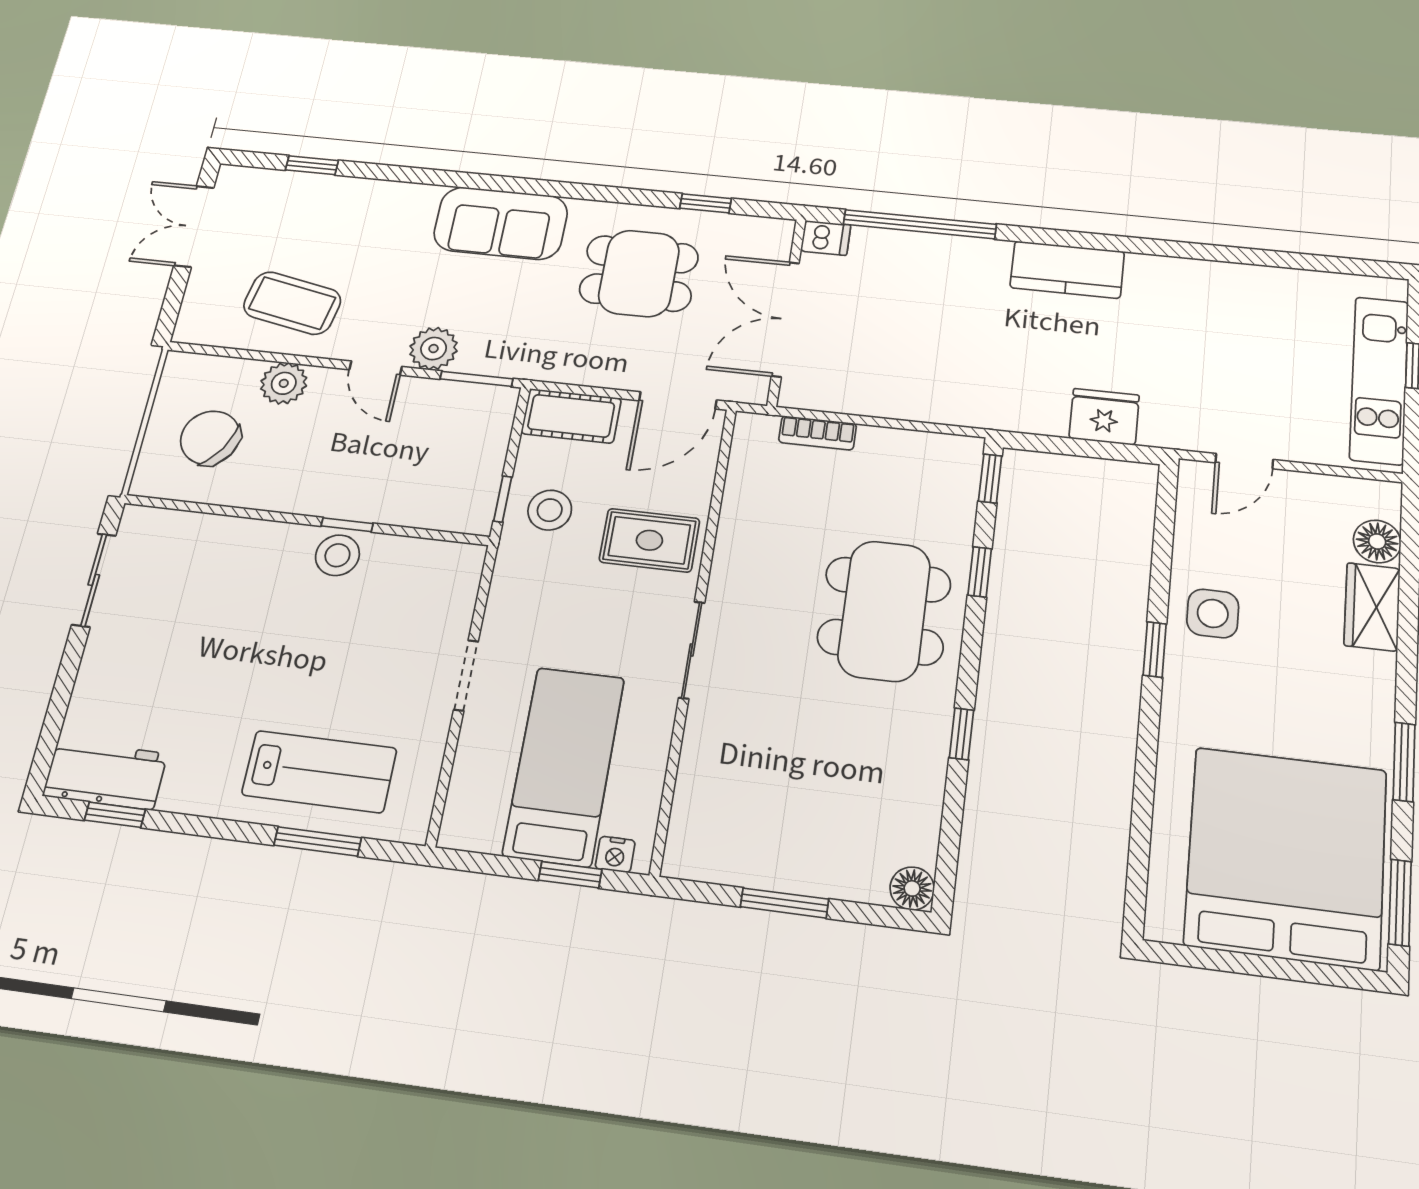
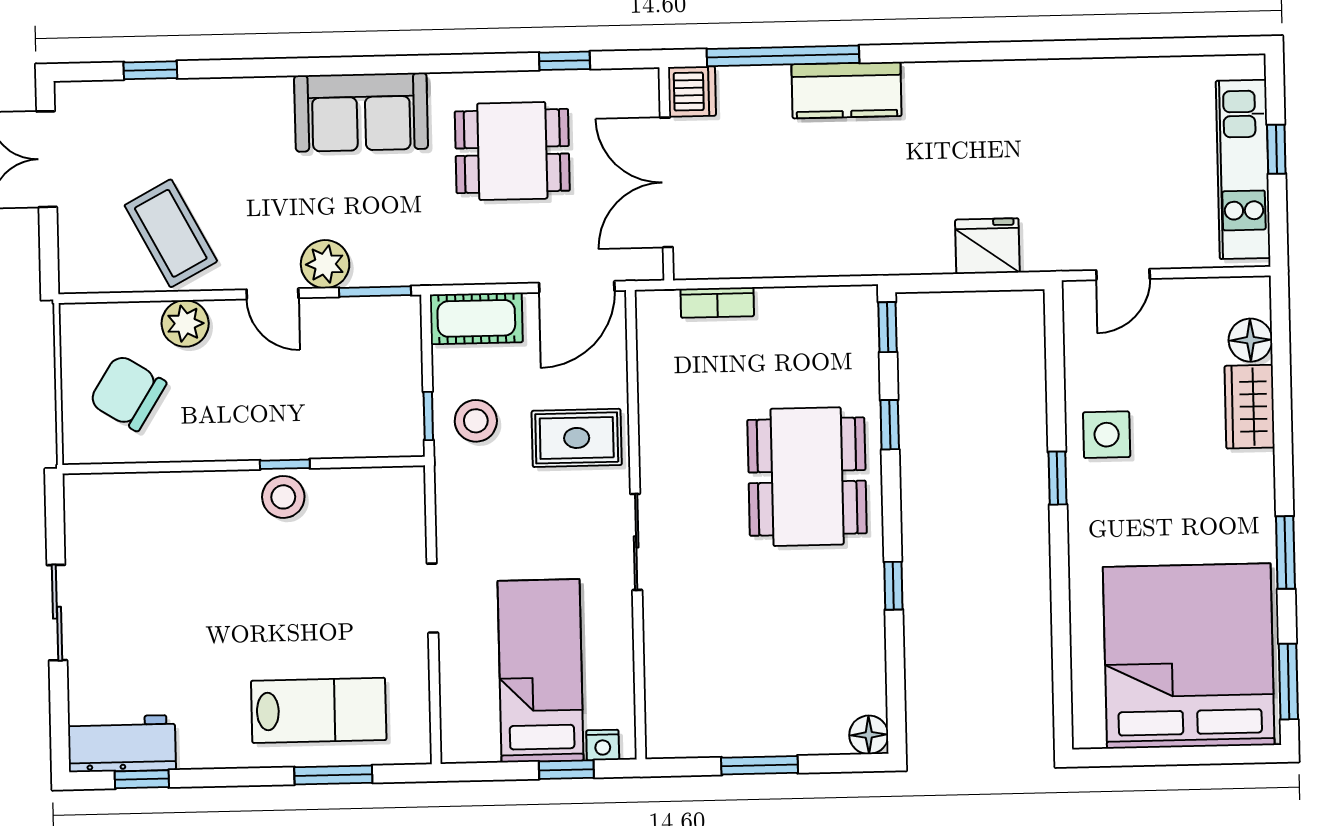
dishwasher: (826, 238) -> (692, 91), width x1.38
kitchen counter: (1067, 270) -> (846, 90), moved
coffee table: (292, 303) -> (171, 233), turned 51
sliding door: (94, 580) -> (57, 613), moved

